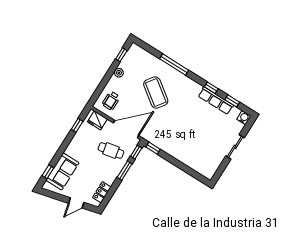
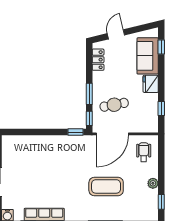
coffee table: (156, 93) -> (106, 186), turned -36
fridge: (97, 120) -> (151, 84), moved, turned -90

